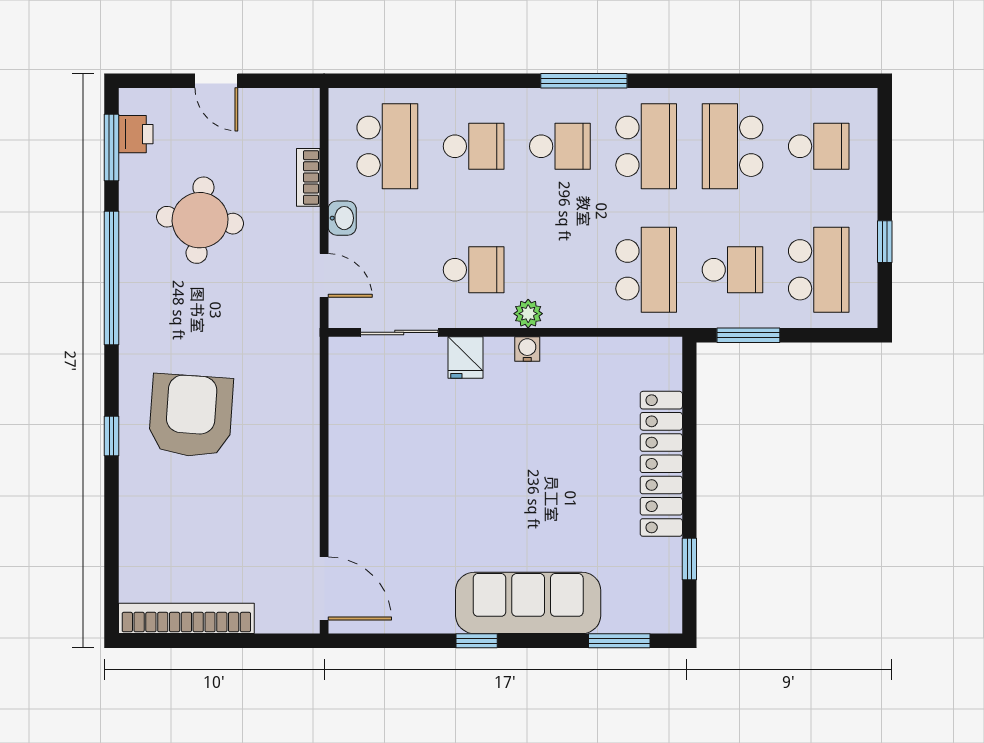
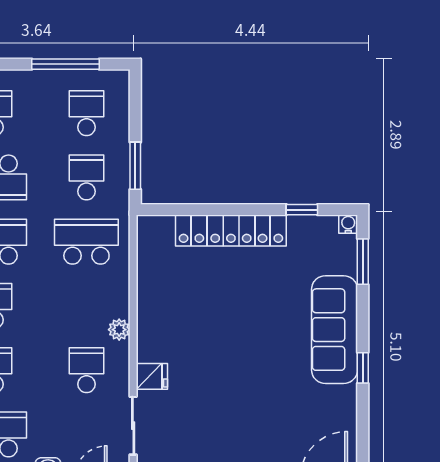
window: (885, 242) -> (66, 64), width x2.17
school desk: (819, 270) -> (86, 113), width x0.54
water cooler: (527, 349) -> (348, 224), moved, turned 90

